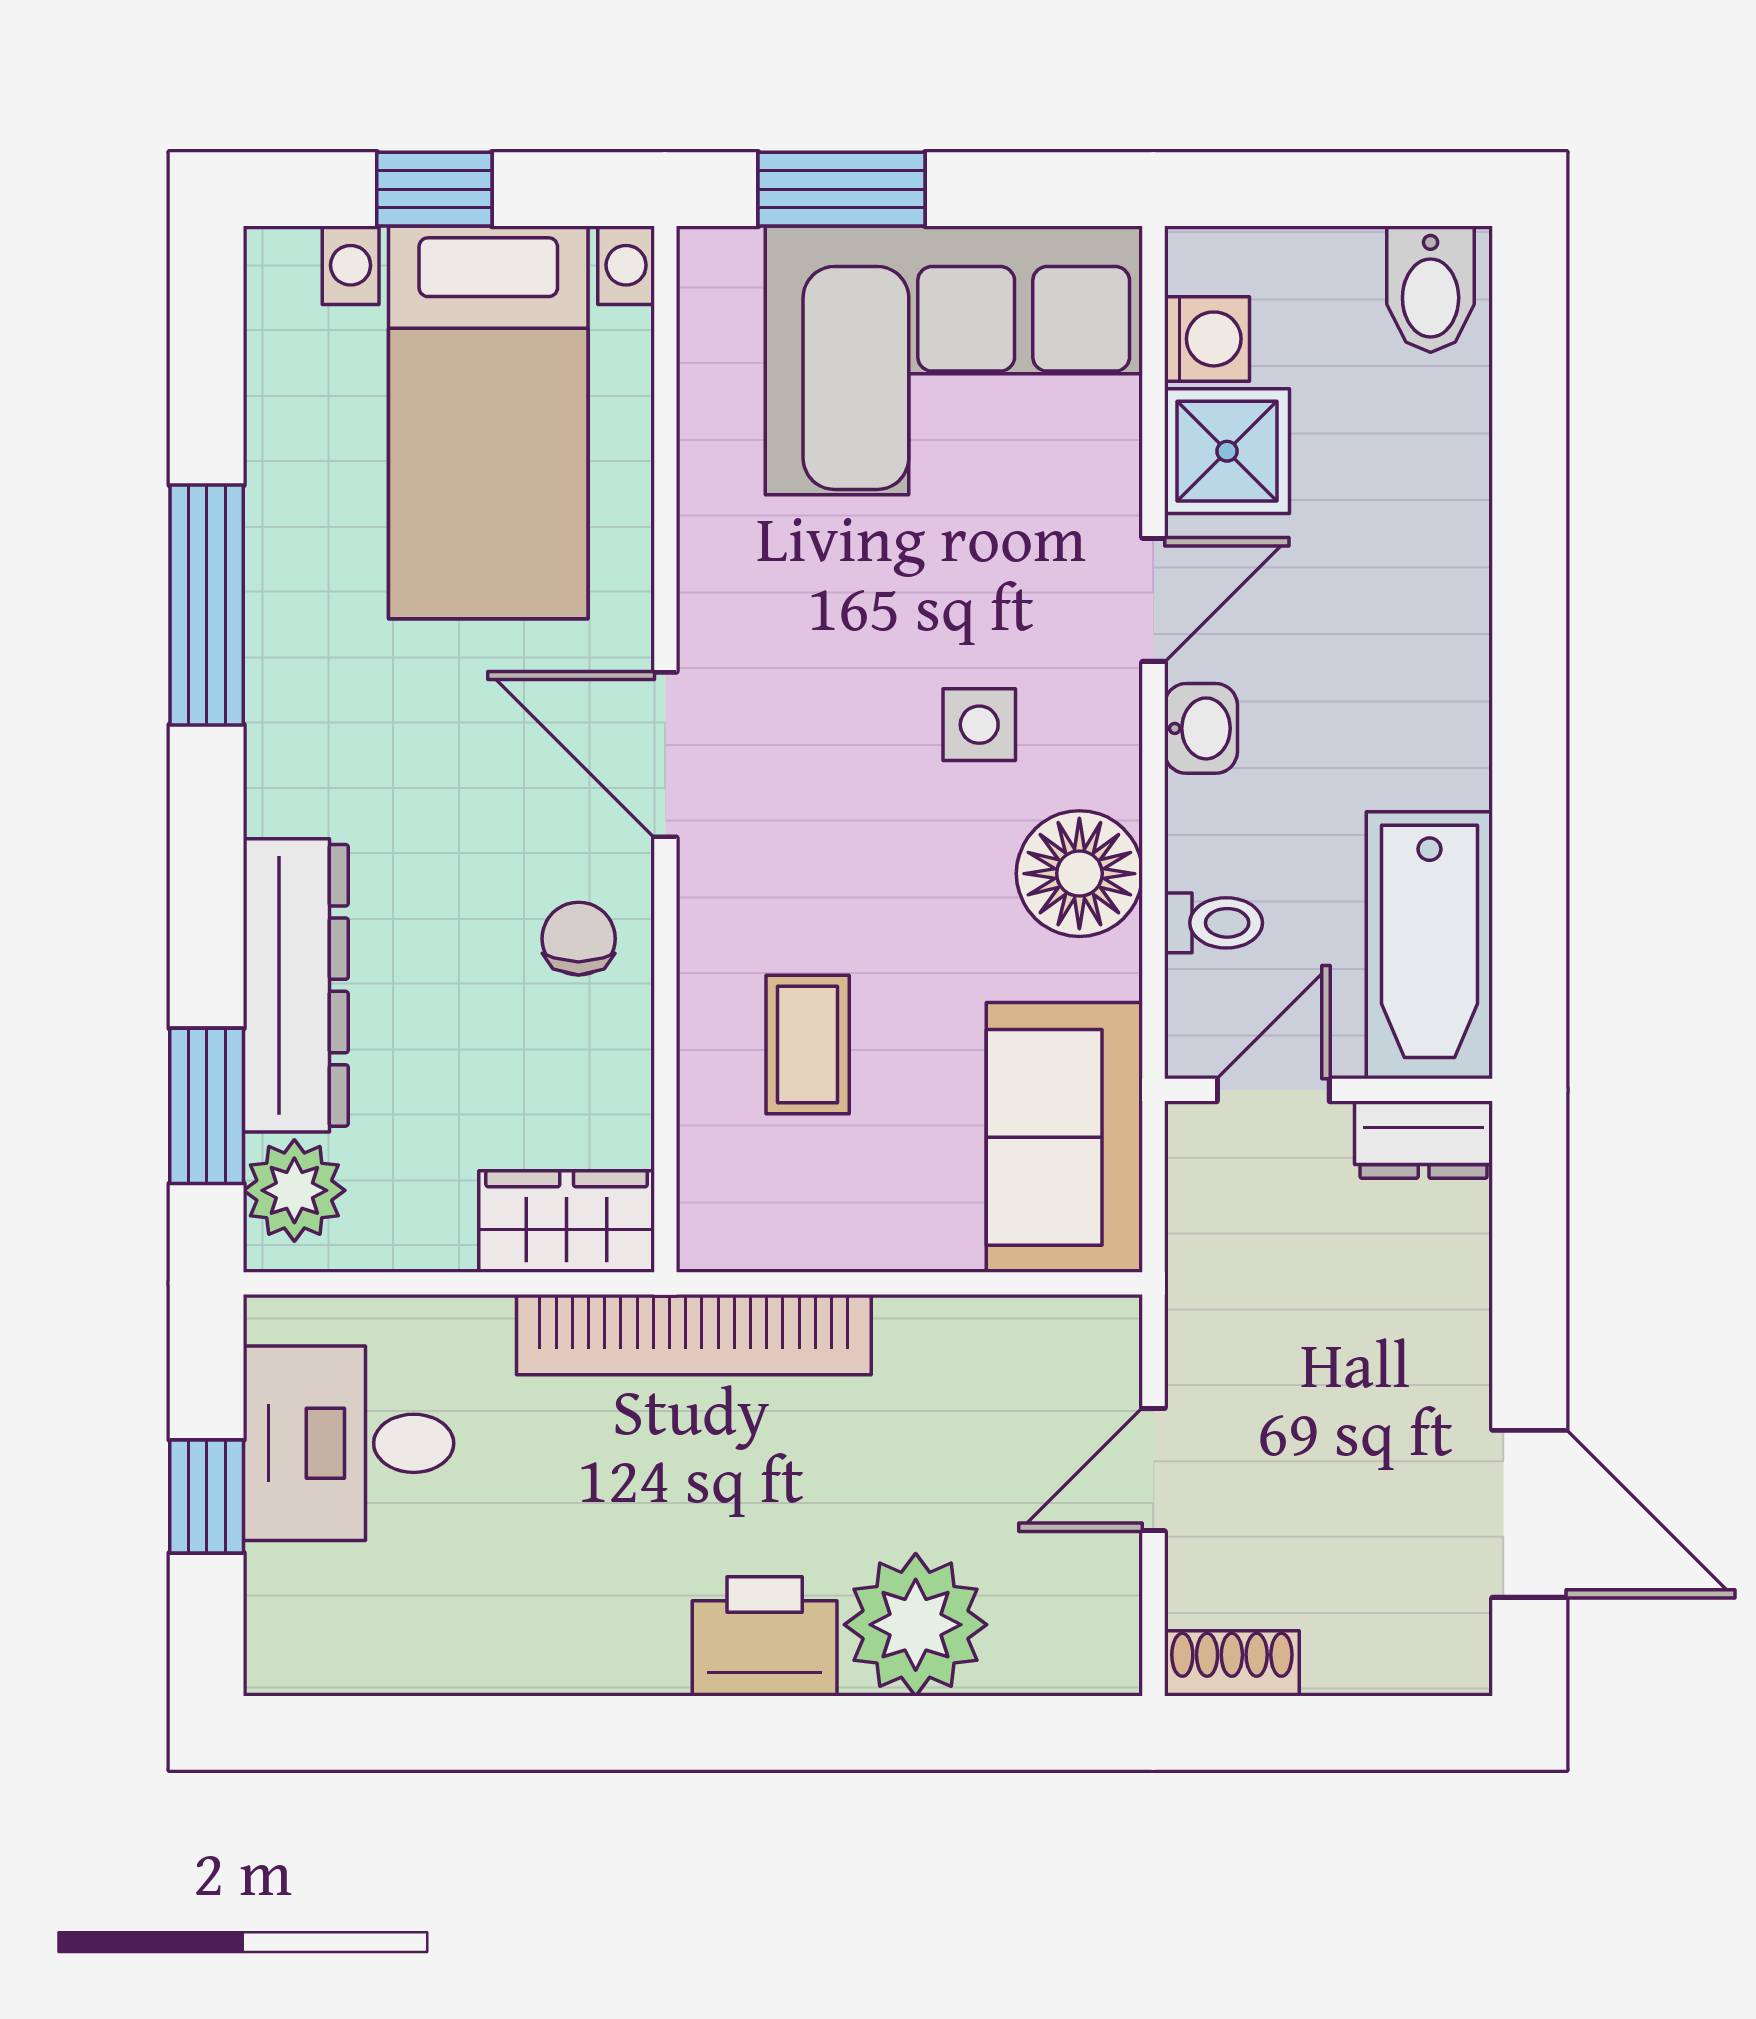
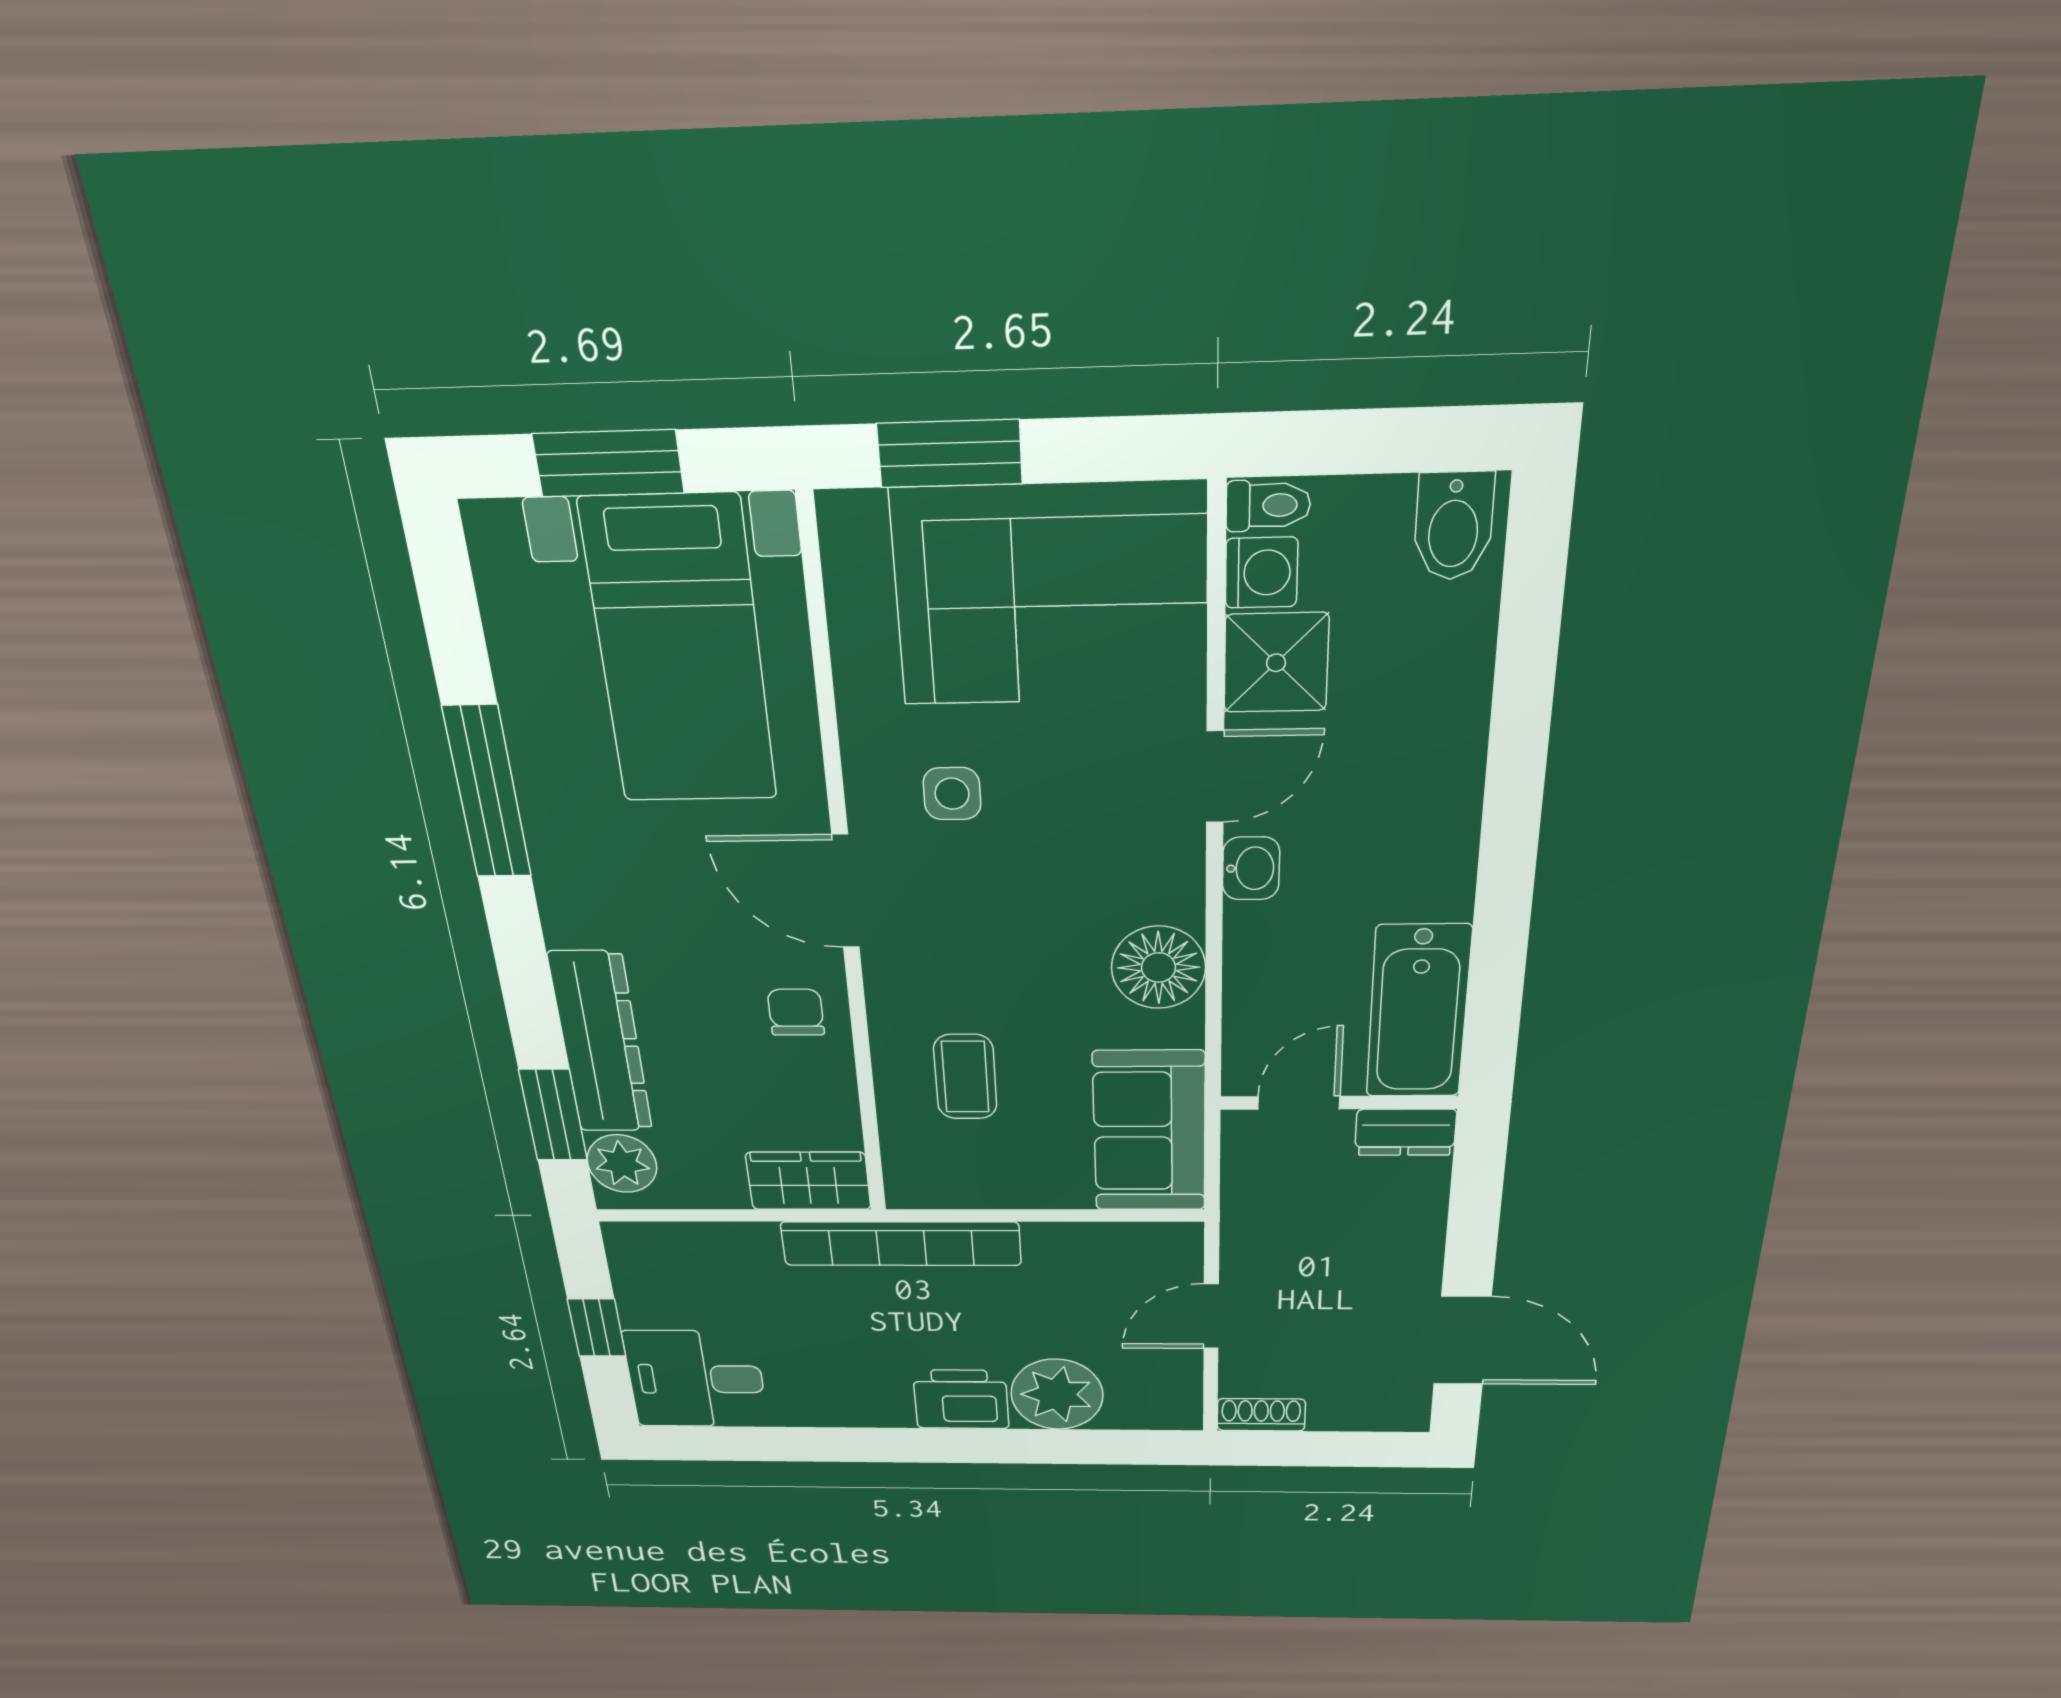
window: (434, 189) -> (608, 463), width x1.50
side table: (979, 725) -> (952, 794), moved
toilet: (1213, 923) -> (1268, 505), moved
desk: (349, 1443) -> (696, 1379), moved

